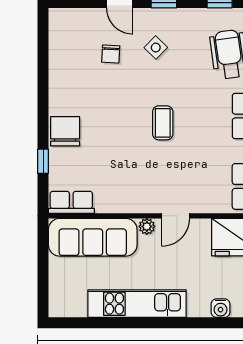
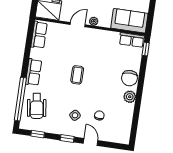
plant: (60, 97) -> (130, 97), added
window: (43, 161) -> (146, 49), moved
sofa: (93, 237) -> (129, 21), width x0.73

